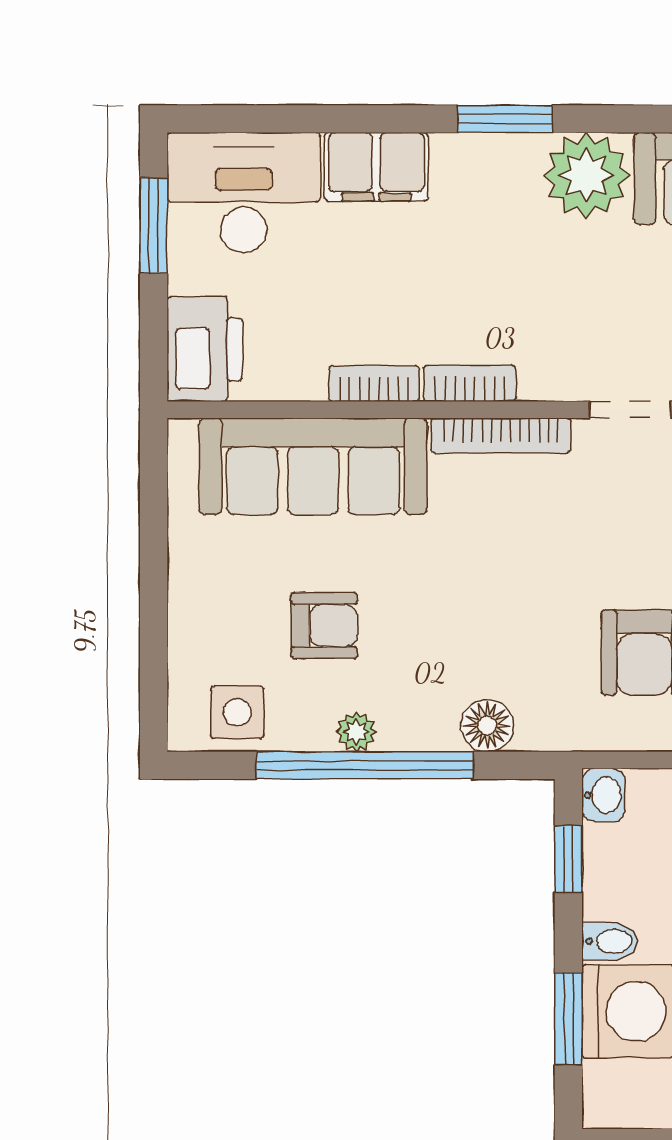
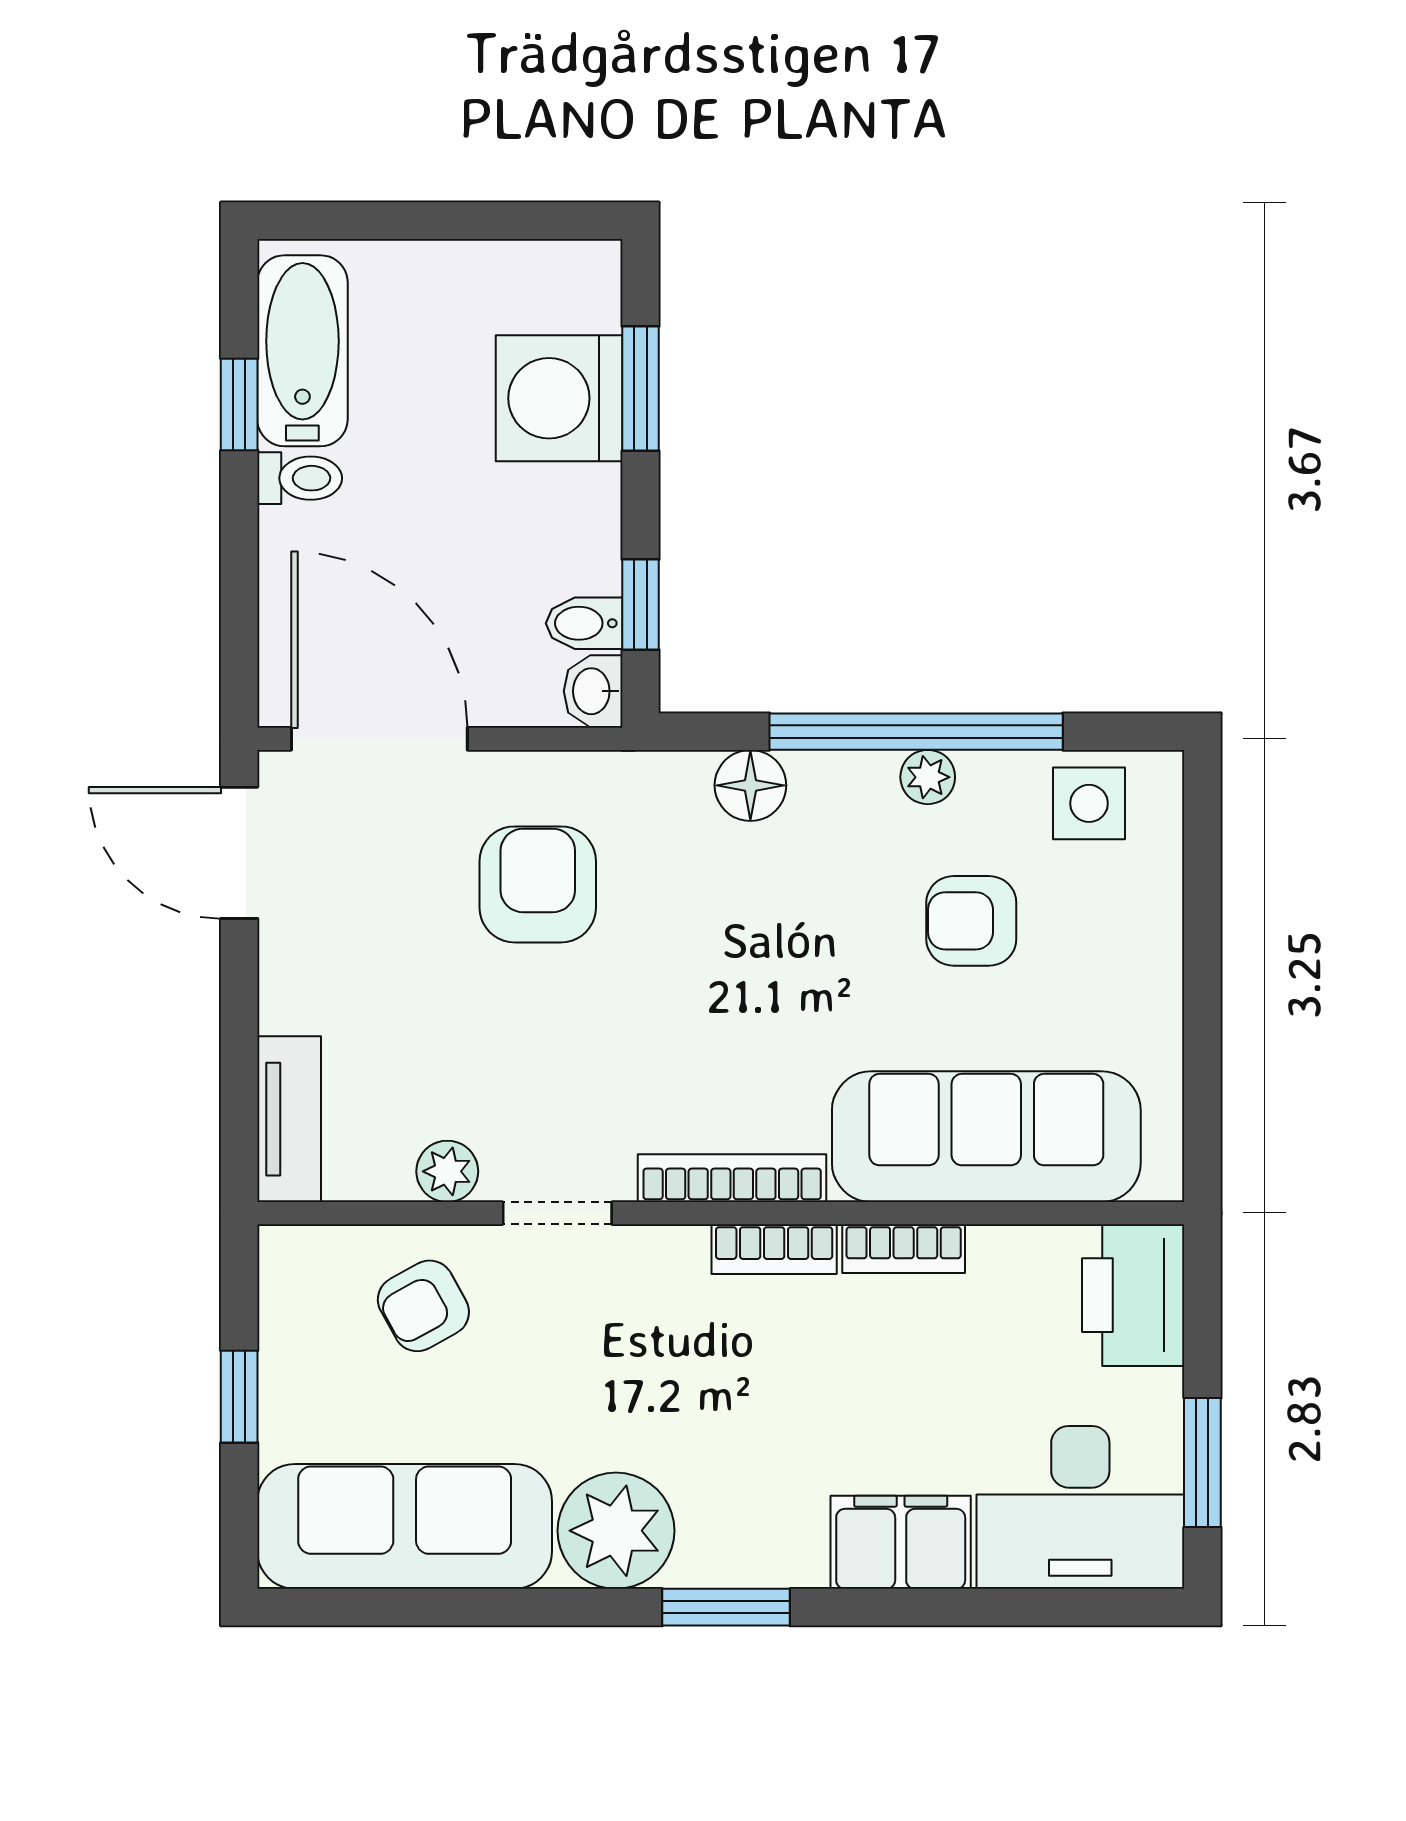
bidet: (610, 941) -> (584, 623), moved

